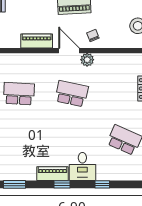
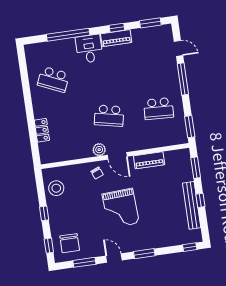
window: (62, 184) -> (117, 28), moved
window: (102, 184) -> (68, 35), width x3.17

